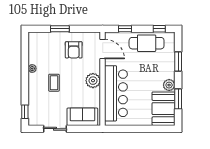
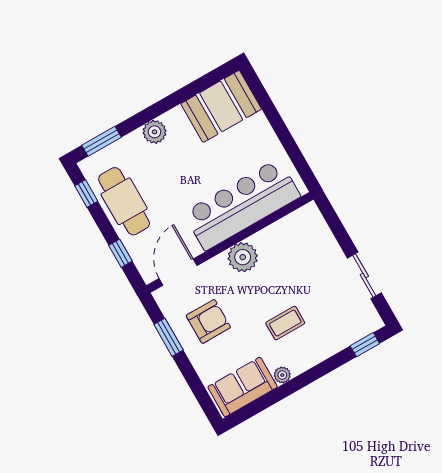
window: (60, 29) -> (169, 337), moved
window: (178, 61) -> (102, 141), moved
plant: (169, 85) -> (155, 132), moved
window: (178, 99) -> (189, 91), removed
sofa: (82, 117) -> (243, 387), moved, turned 90

